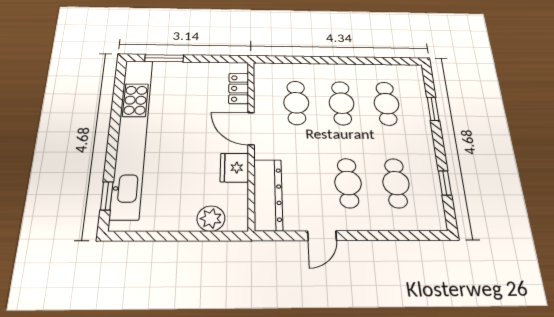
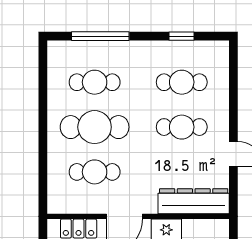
cafe table: (342, 103) -> (95, 127), width x1.37, depth x1.35
window: (433, 109) -> (100, 36), width x2.17

